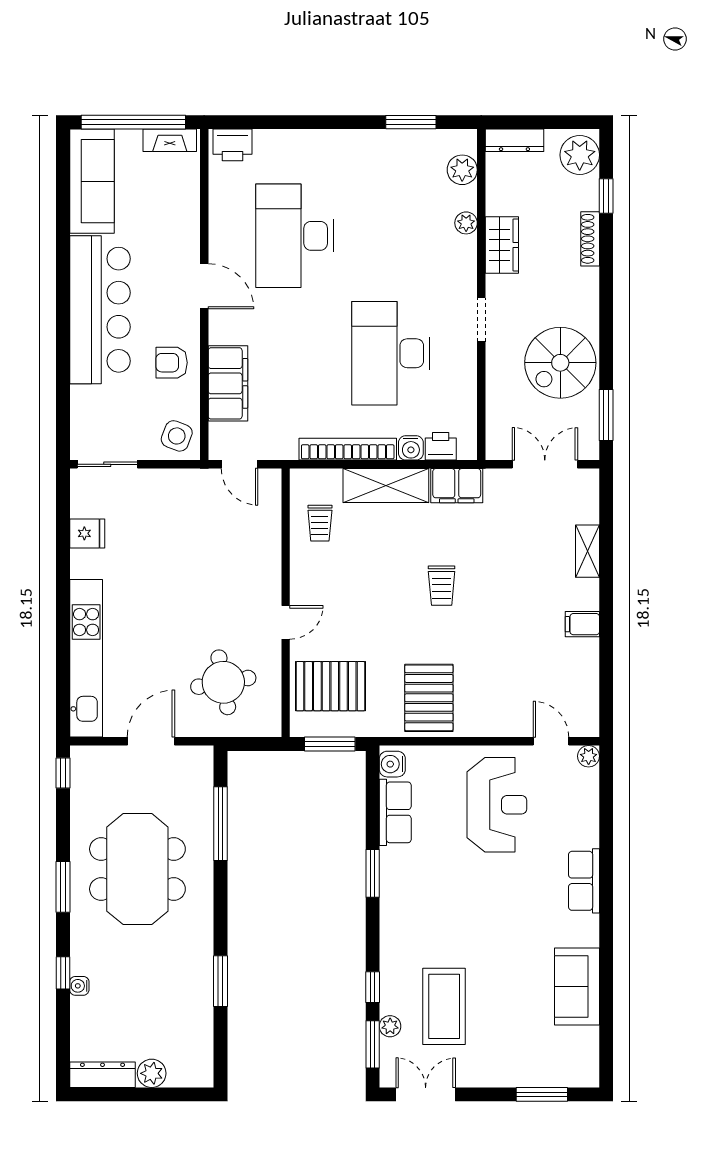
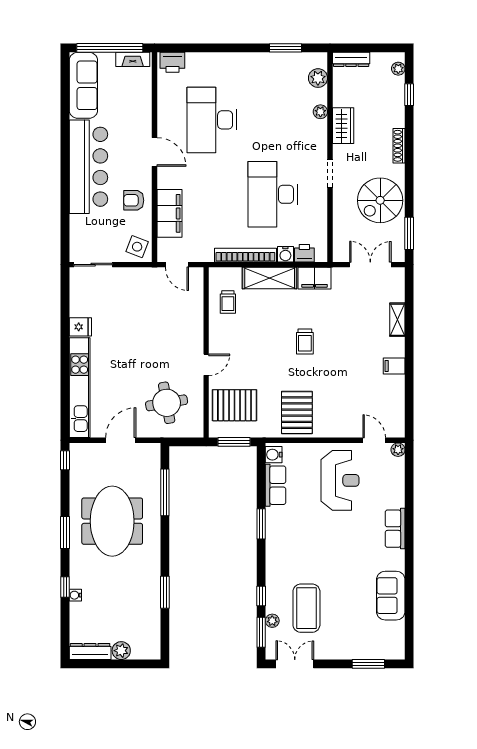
plant: (580, 155) -> (398, 69), width x0.53, depth x0.53
shoe rack: (590, 239) -> (399, 146), moved
fridge: (87, 533) -> (80, 327), moved

